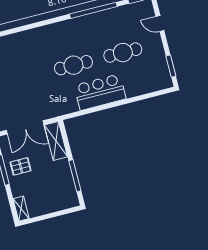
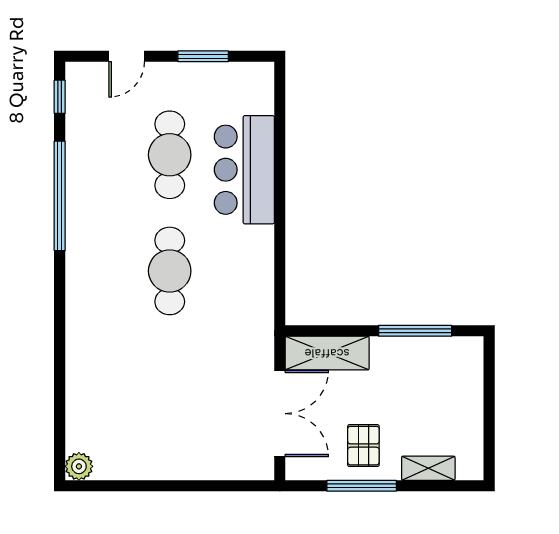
window: (171, 66) -> (203, 56), moved
bar counter: (100, 92) -> (244, 170), moved
shelving: (21, 209) -> (428, 468), moved

